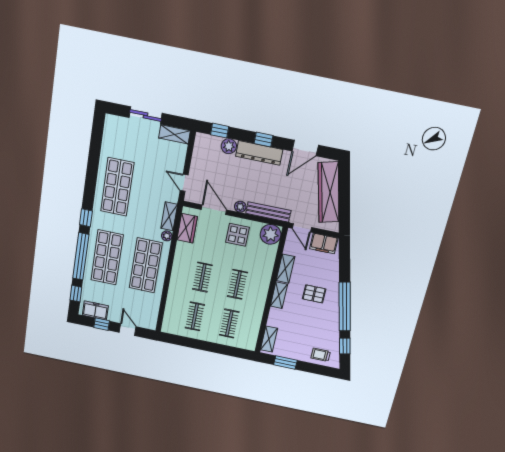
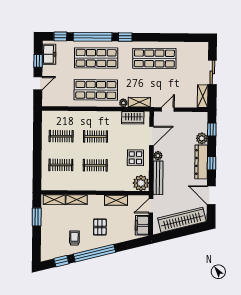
shelving: (279, 295) -> (77, 200), moved
trolley: (321, 355) -> (74, 238), moved

